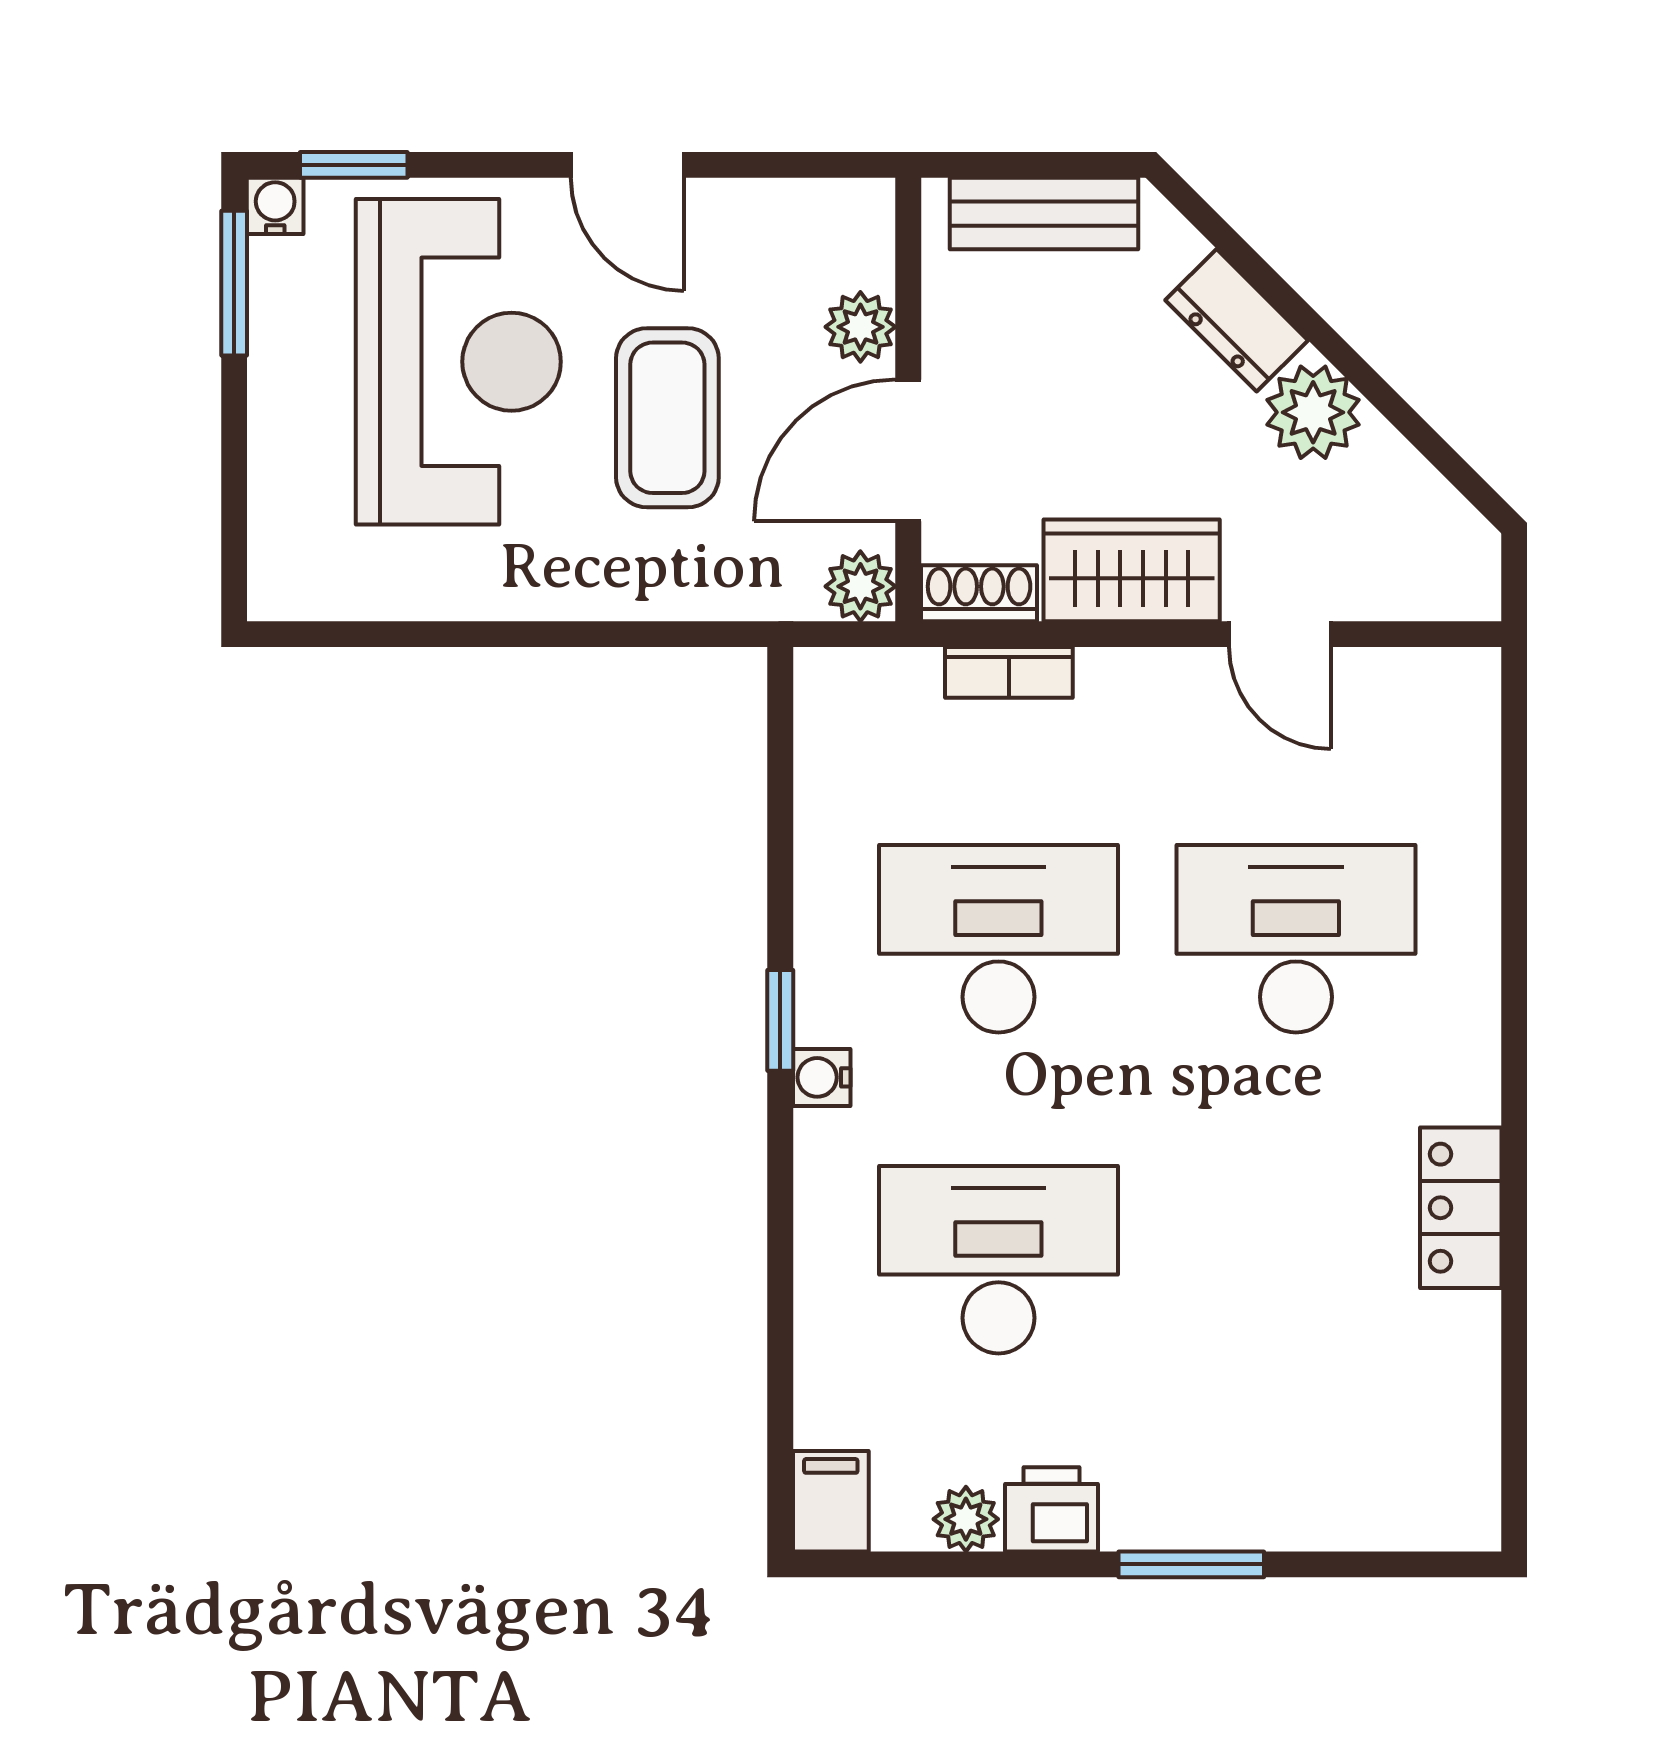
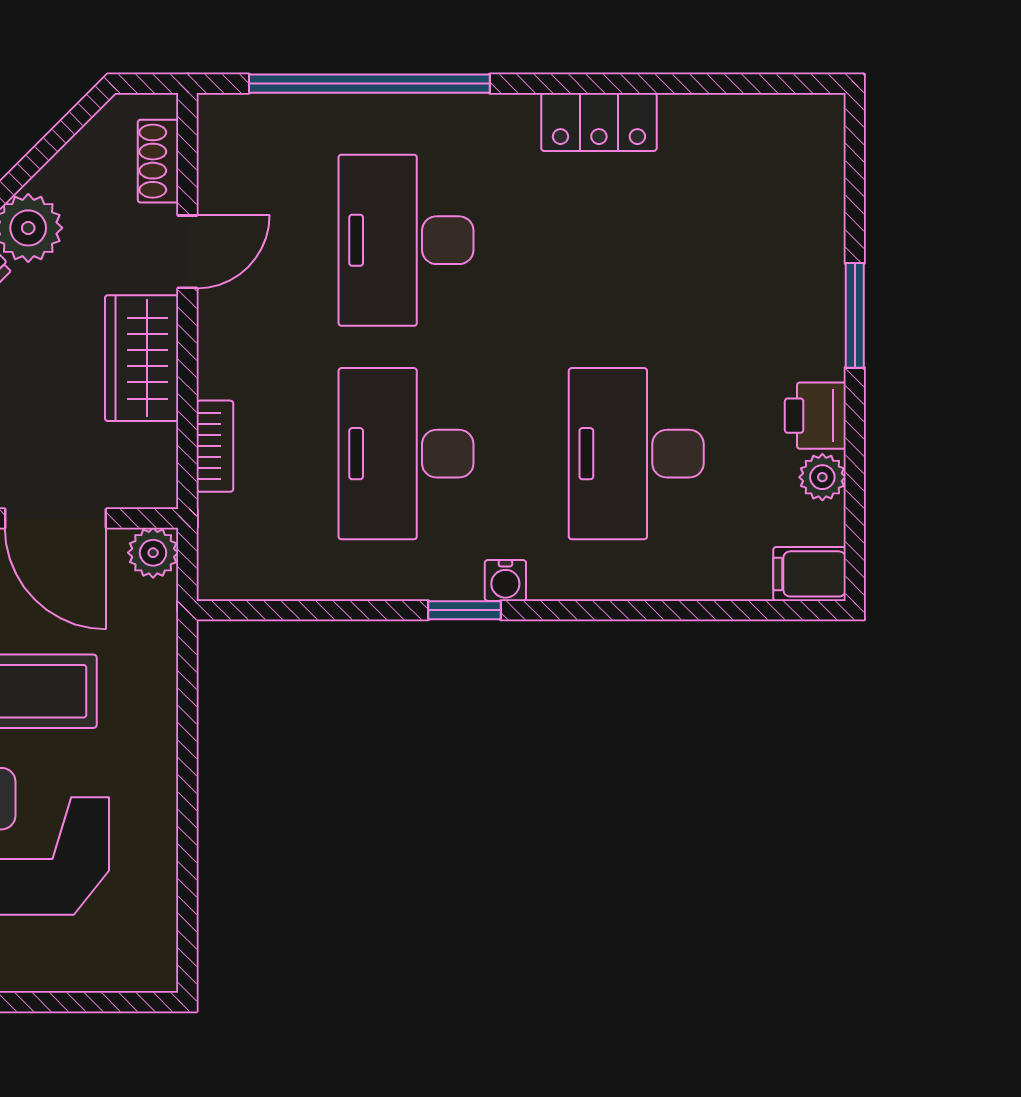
shoe rack: (979, 593) -> (158, 161), moved
window: (1514, 888) -> (369, 84), added

